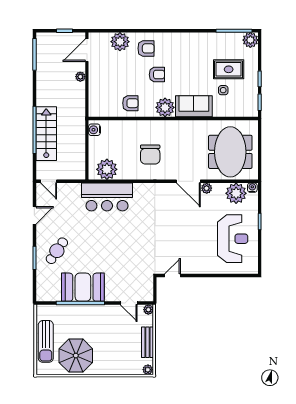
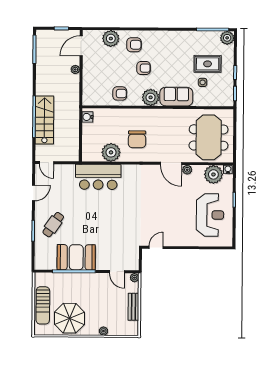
plant: (107, 169) -> (111, 152), moved
plant: (148, 370) -> (103, 331), moved

